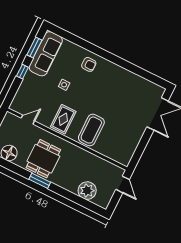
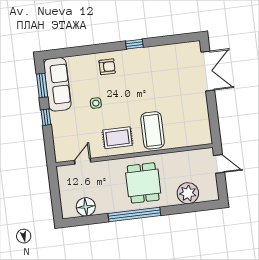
window: (118, 61) -> (134, 44), added
rug: (63, 119) -> (117, 138), turned 90
dining table: (43, 159) -> (143, 183), moved
window: (40, 181) -> (134, 214), width x2.11

